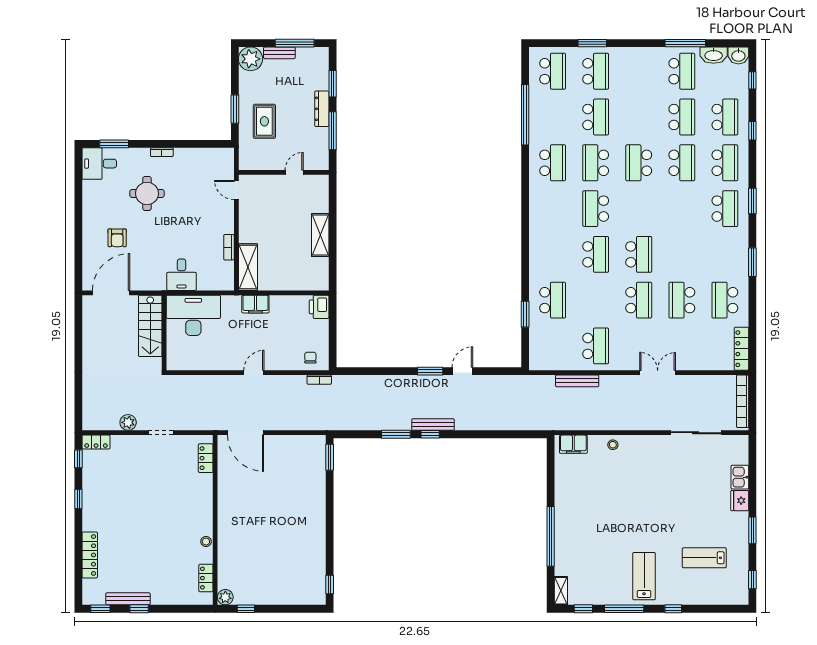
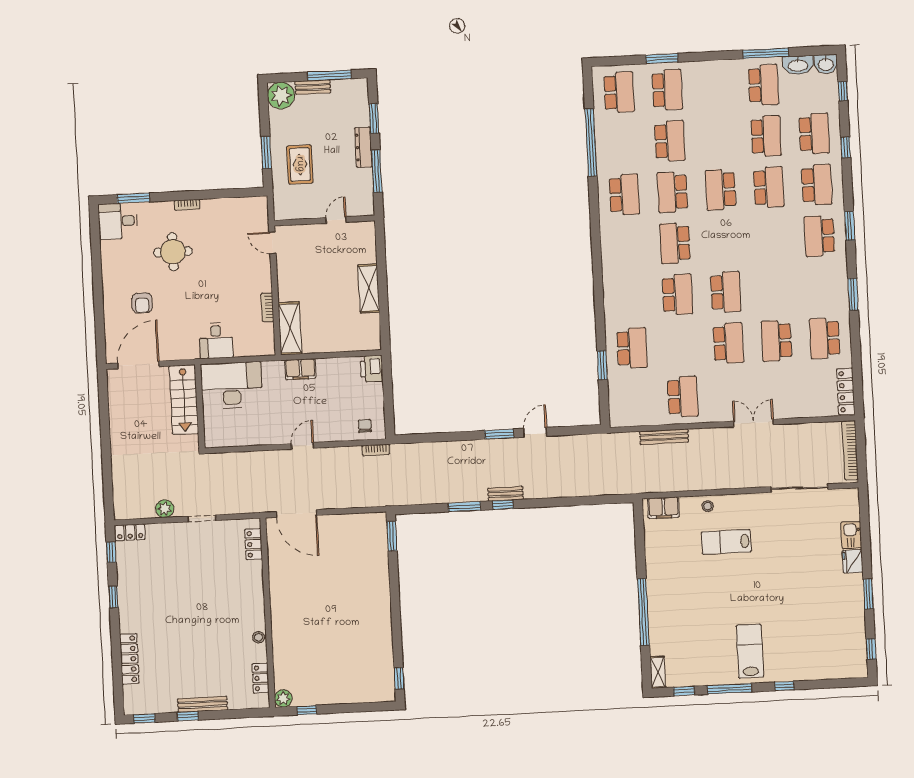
school desk: (725, 209) -> (819, 236), turned 180
bench: (433, 425) -> (506, 494), width x0.73
lab bench: (704, 558) -> (726, 542), moved
bench: (128, 599) -> (203, 704), moved

